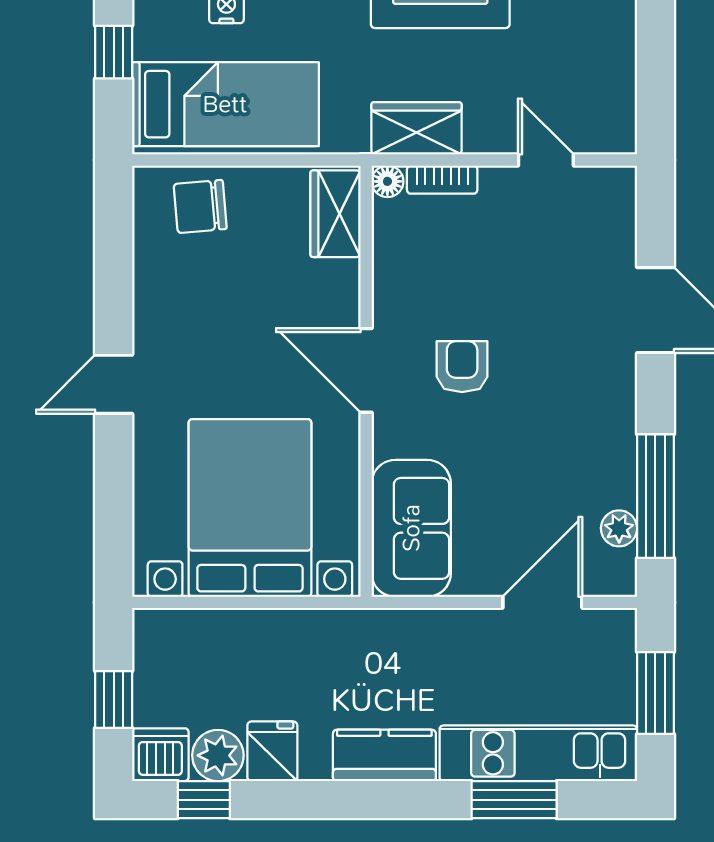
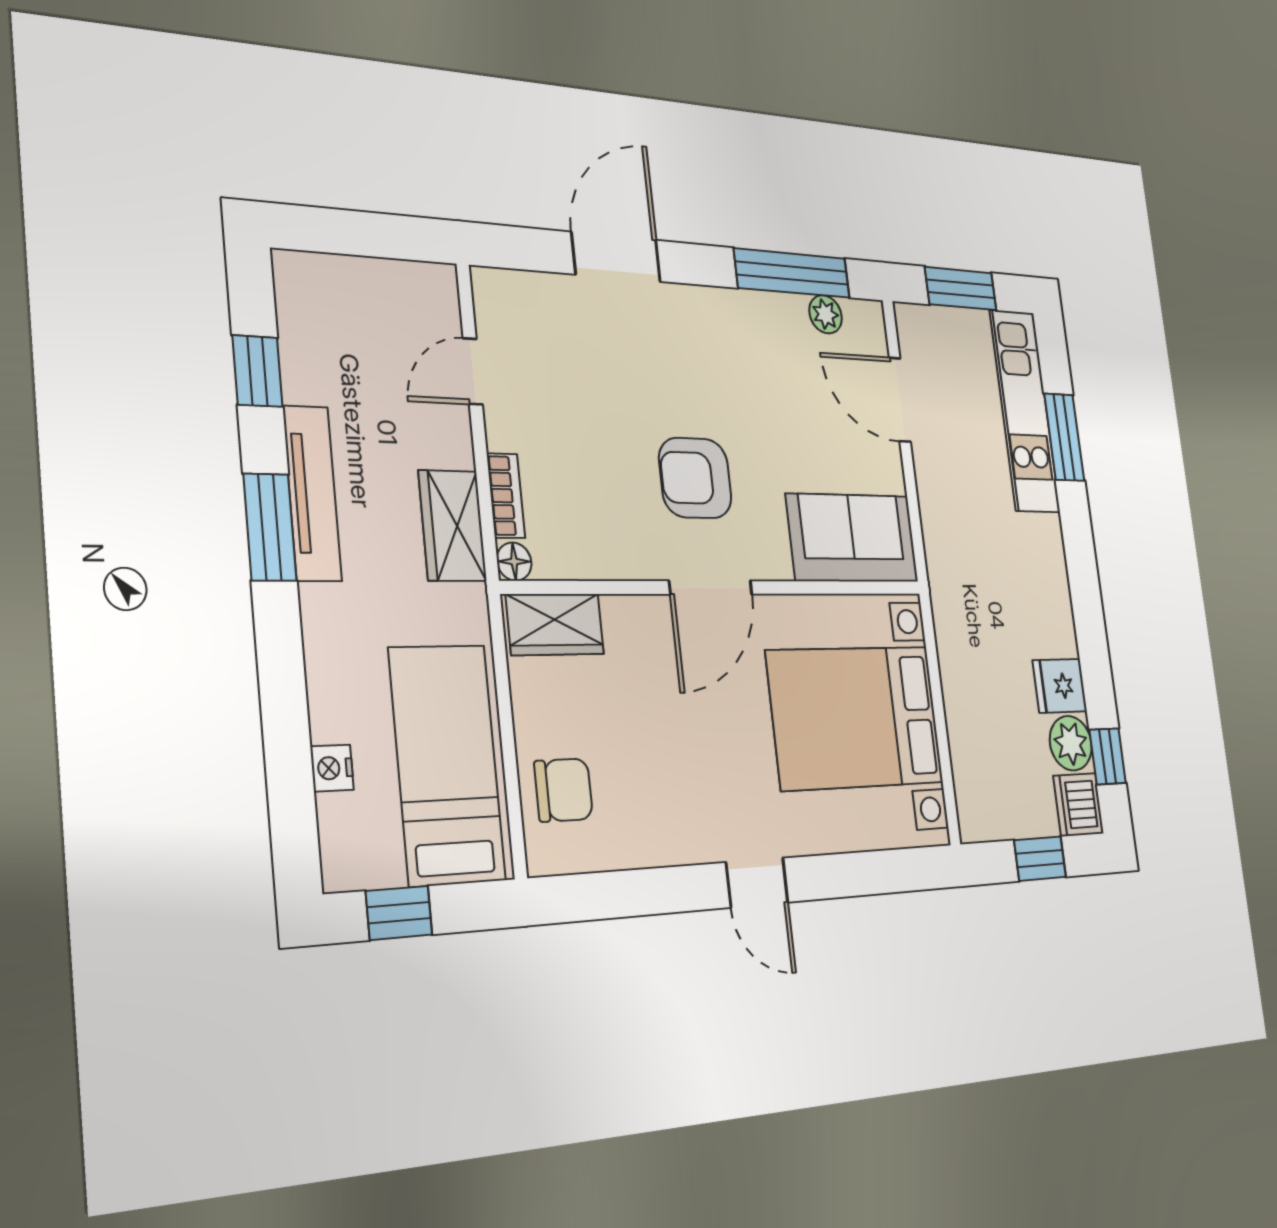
chair: (200, 206) -> (564, 790), turned -85
armchair: (462, 367) -> (695, 478), width x1.38, depth x1.38
kitchen counter: (384, 755) -> (1047, 569), removed

